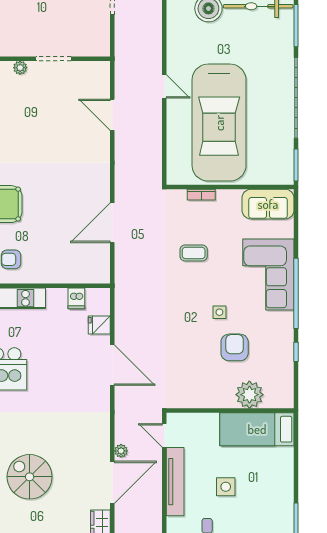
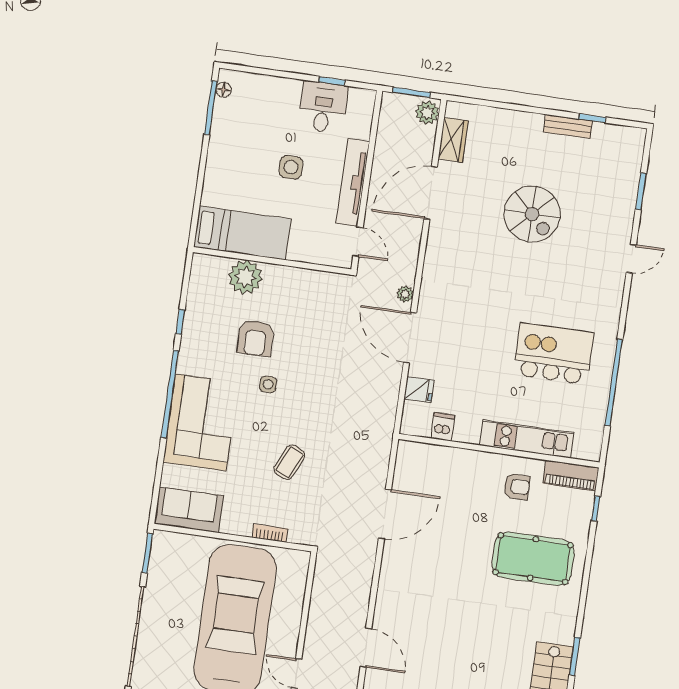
coffee table: (194, 253) -> (290, 462), turned -65
plant: (121, 451) -> (405, 294), moved

